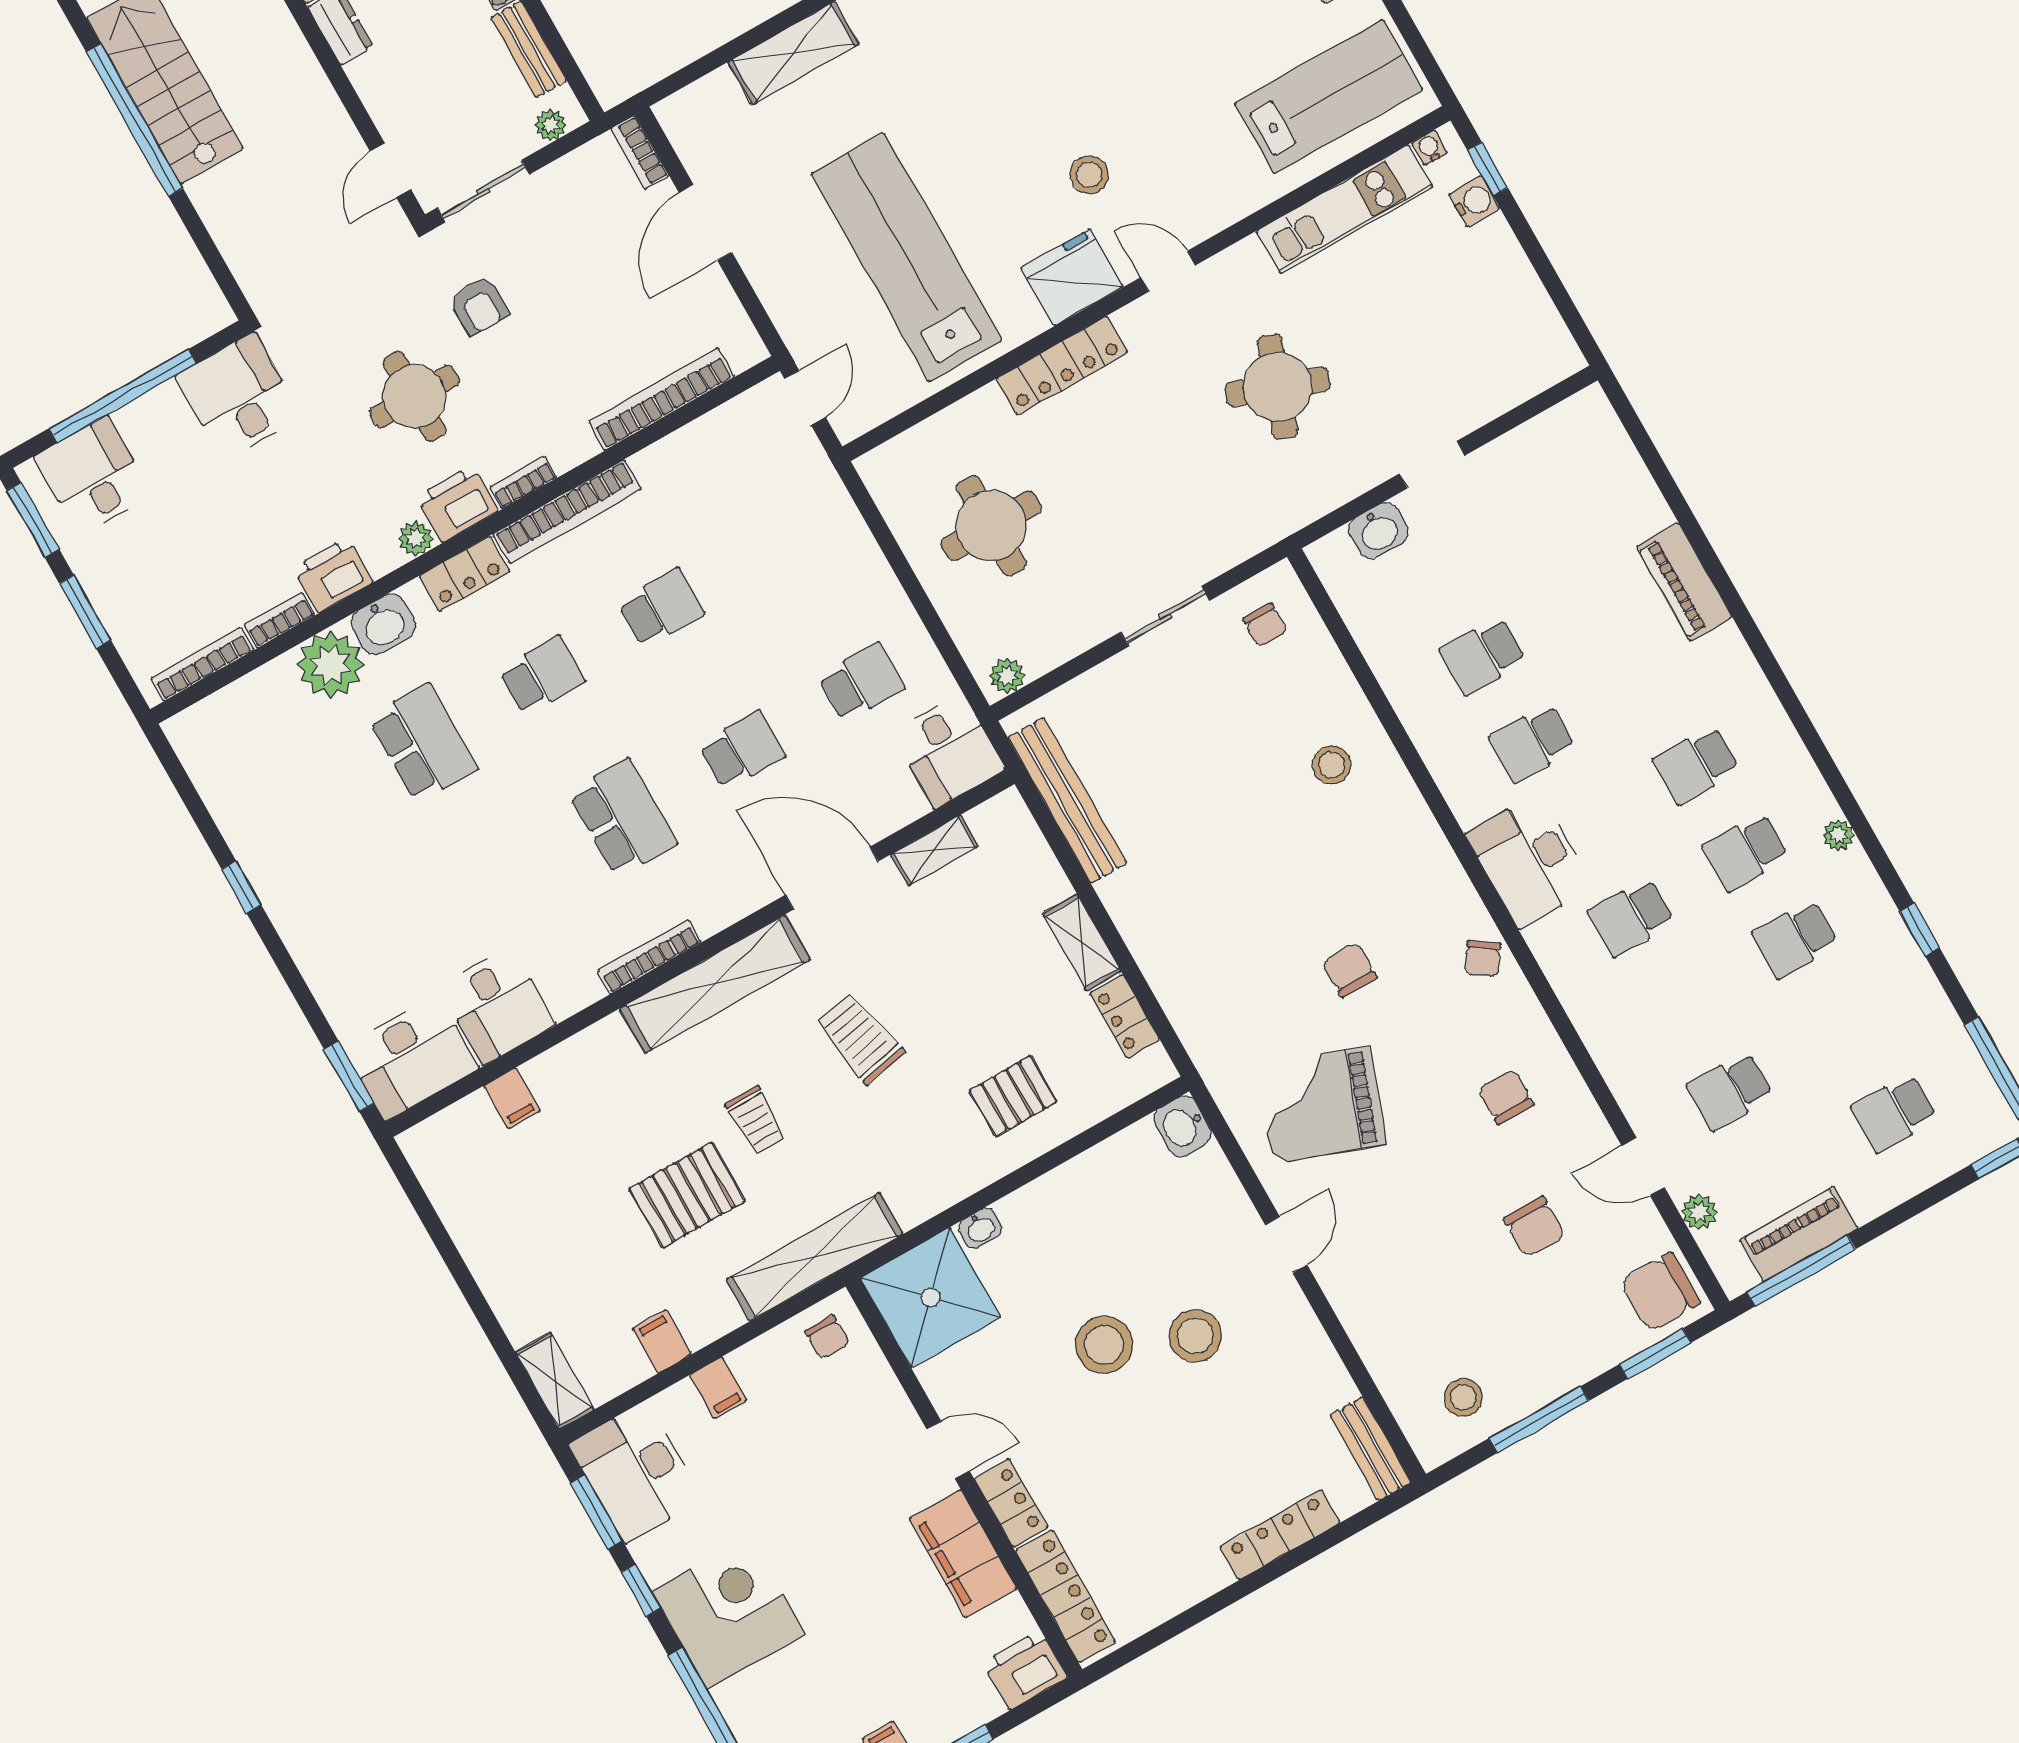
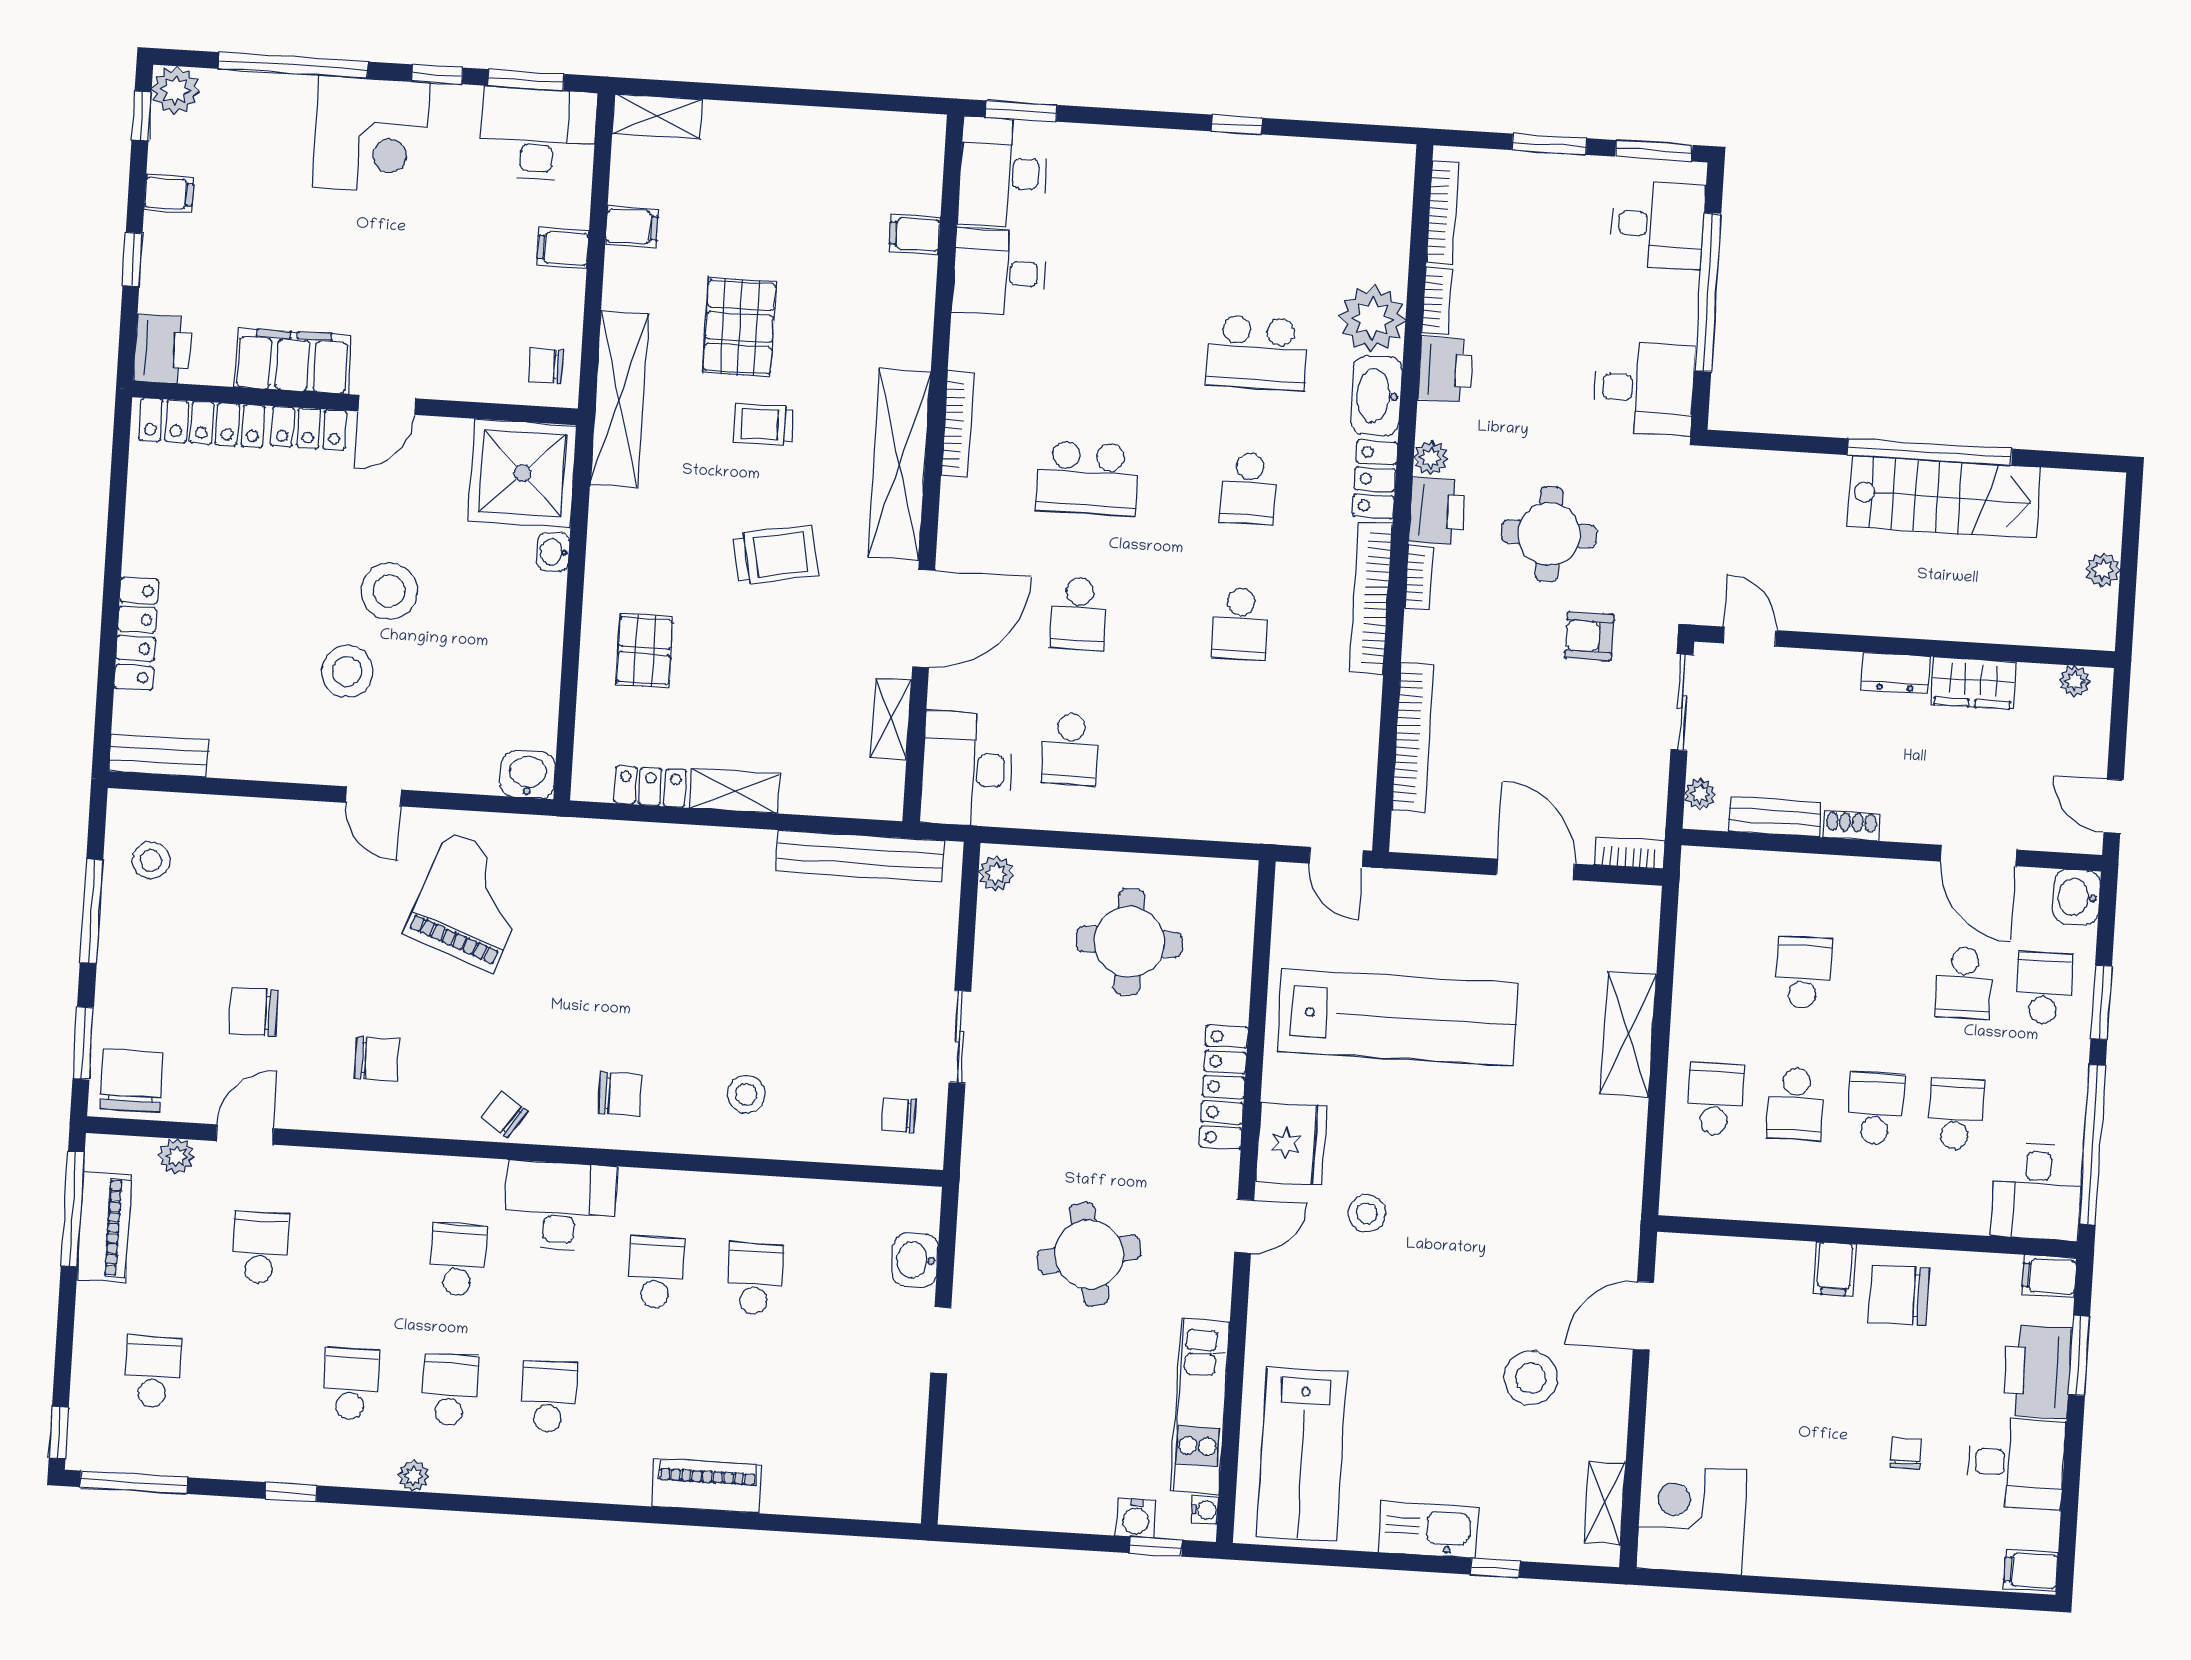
round table: (1278, 387) -> (1089, 1254), turned -33
washbasin: (383, 624) -> (1376, 396), width x1.38
desk: (948, 751) -> (967, 769), width x1.37
chair: (1350, 970) -> (620, 1094), moved

